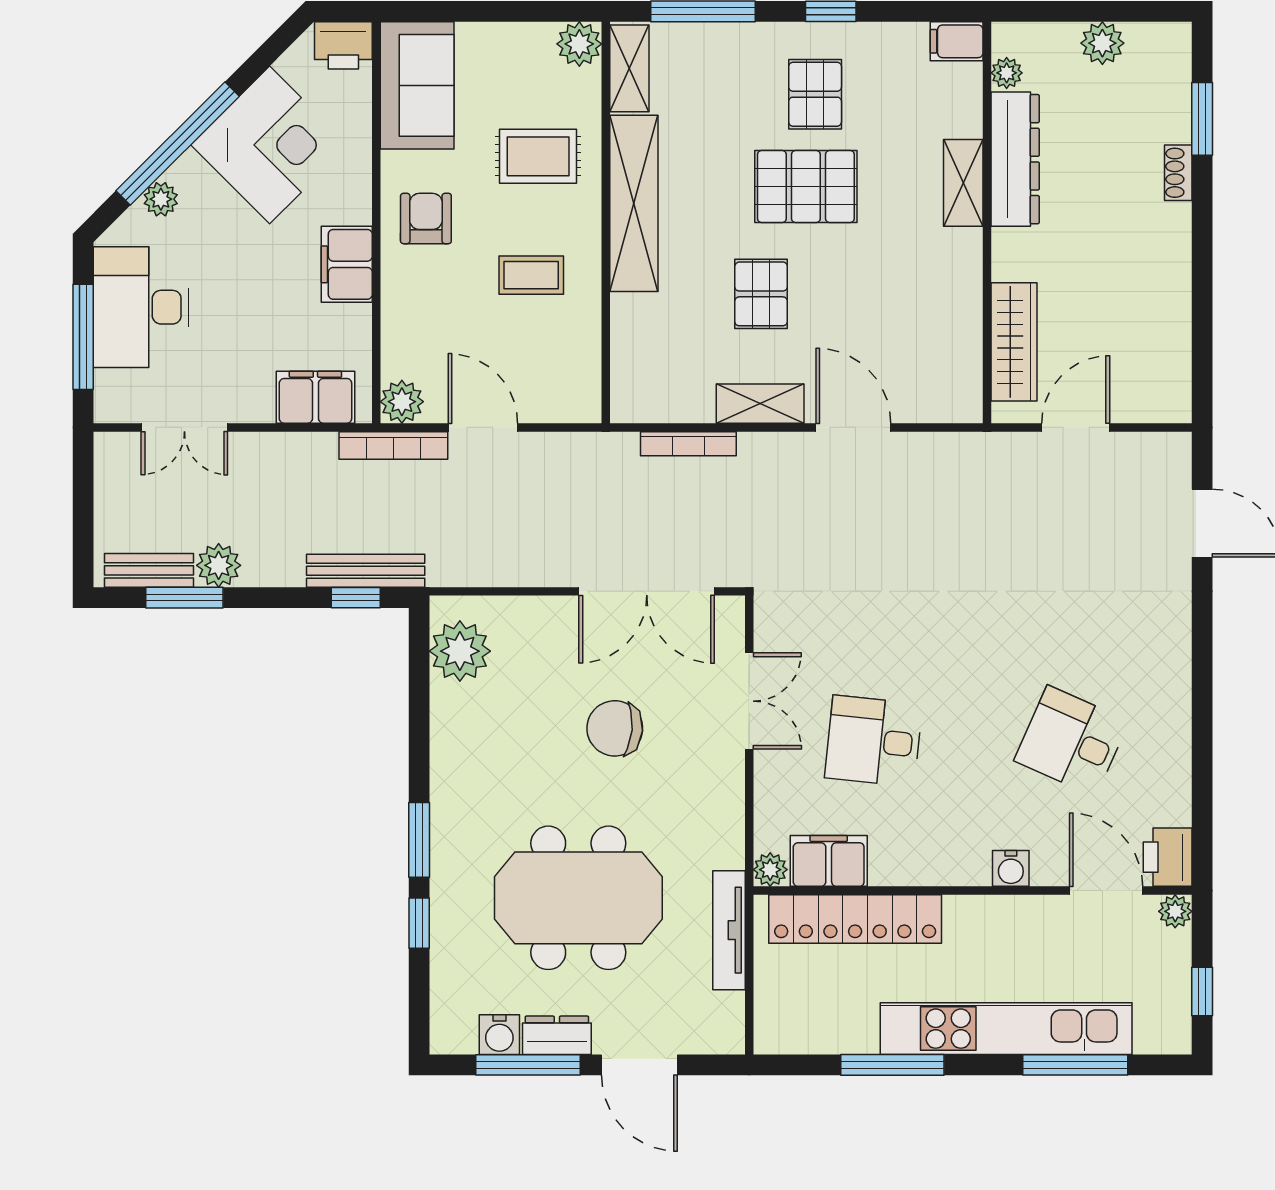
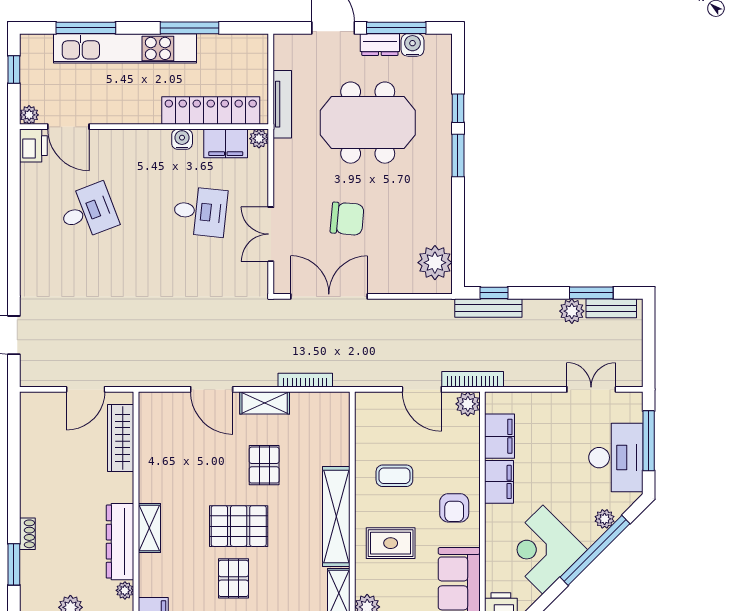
filing cabinet: (315, 397) -> (500, 436), moved, turned -90
desk: (1071, 741) -> (88, 212), turned -45
water cooler: (1011, 868) -> (182, 139), moved

